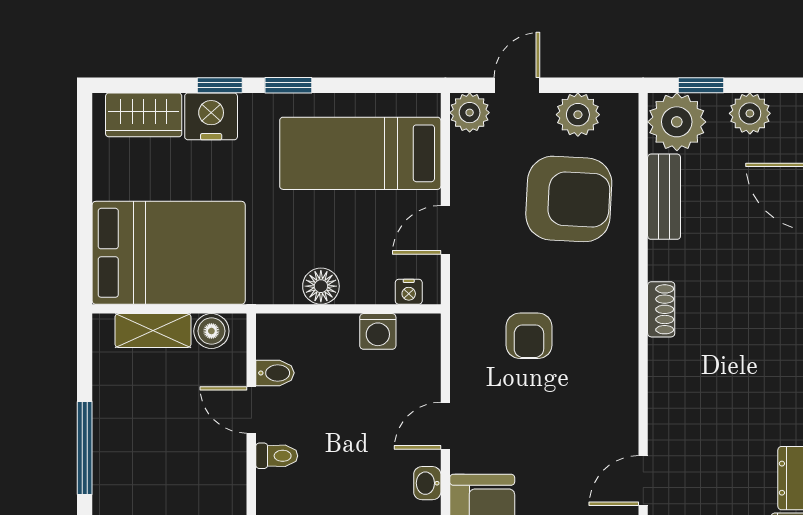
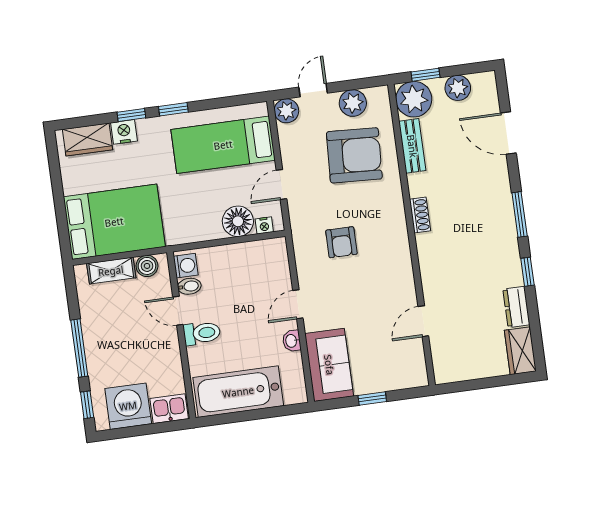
nightstand: (211, 116) -> (124, 132), width x0.74, depth x0.75
floor lamp: (321, 286) -> (238, 221), moved, width x1.38, depth x1.38
washing machine: (378, 331) -> (186, 266), moved, turned -90
toilet: (277, 456) -> (202, 333), width x1.37, depth x1.39

